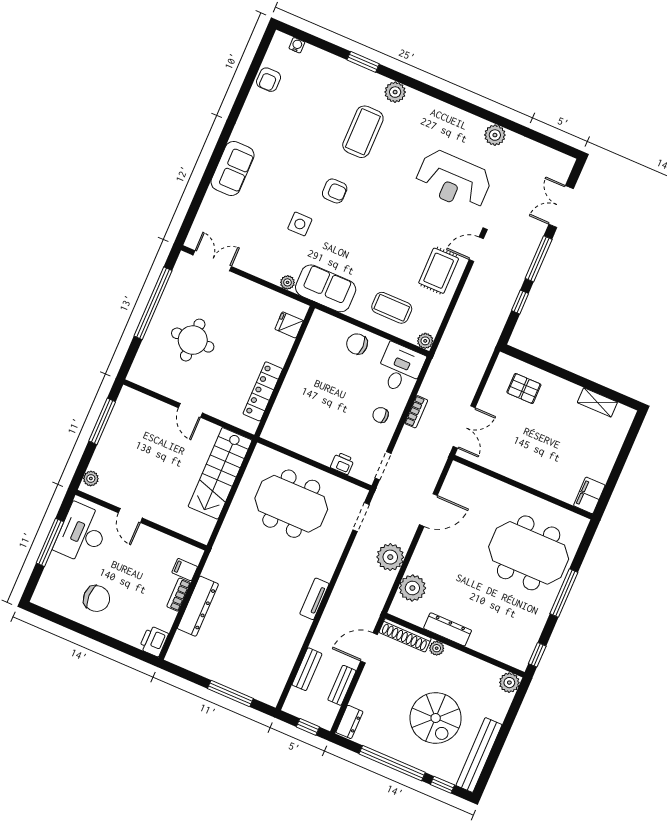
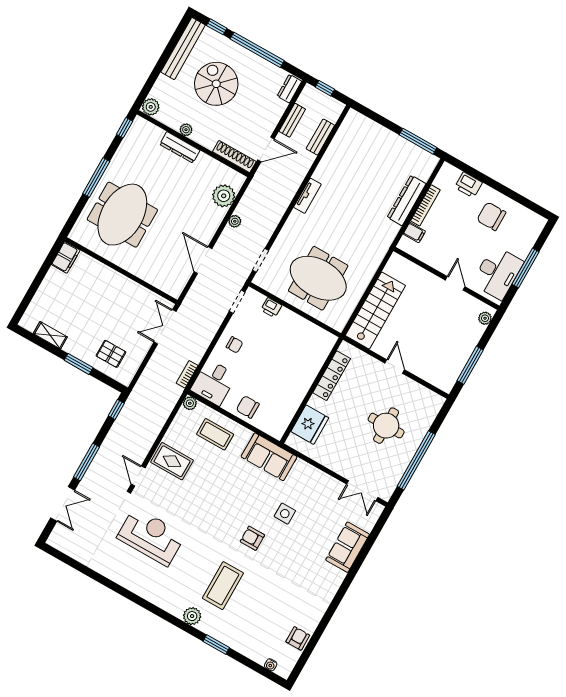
plant: (495, 135) -> (112, 570), removed
sofa: (233, 168) -> (348, 547), moved
door: (476, 249) -> (138, 476), swing flipped
rug: (439, 271) -> (172, 461), turned 90
plant: (287, 282) -> (301, 465), removed
window: (520, 302) -> (116, 410), moved
fridge: (289, 325) -> (310, 425), width x1.88, depth x1.34
chair: (357, 344) -> (248, 407), turned 180
window: (561, 372) -> (79, 364), added
bookcase: (416, 412) -> (187, 374), moved
door: (428, 510) -> (203, 260), hinge flipped
meeting table: (529, 553) -> (122, 215), turned 90
plant: (390, 557) -> (235, 221), width x0.53, depth x0.53
bookcase: (179, 595) -> (425, 205), width x1.56
dresser: (448, 629) -> (180, 147), moved
printer: (154, 641) -> (468, 185), moved, turned 90
plant: (437, 648) -> (186, 130), moved
window: (230, 693) -> (418, 141), moved

